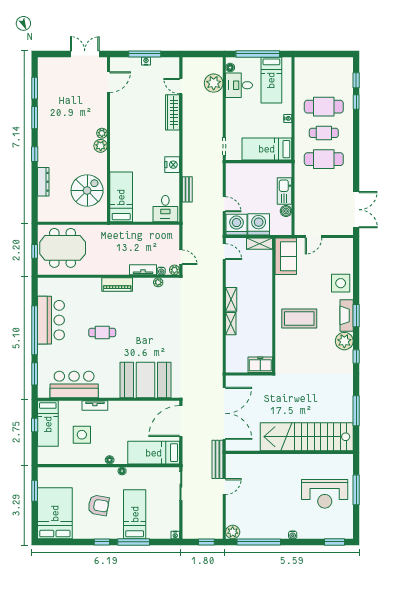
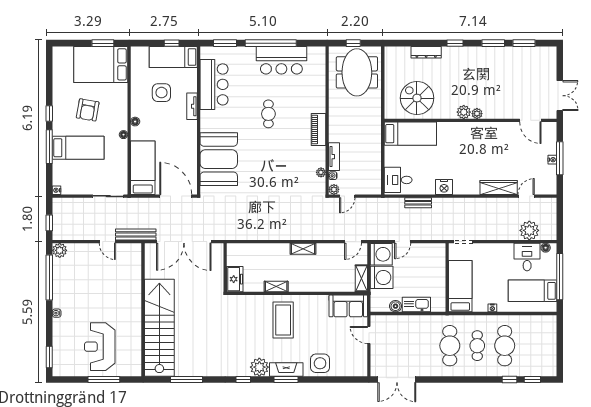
spiral stairs: (87, 190) -> (417, 98), turned 180
shelving: (231, 324) -> (276, 286), moved
bed: (55, 513) -> (101, 64), moved, turned 180

